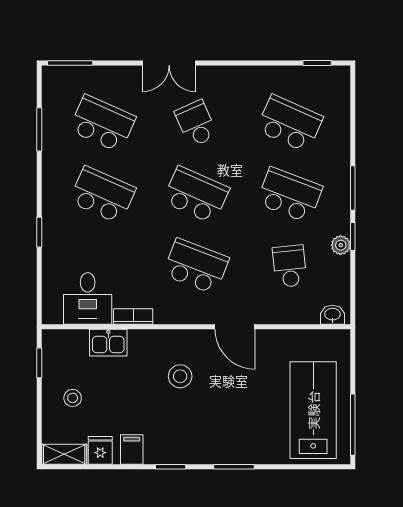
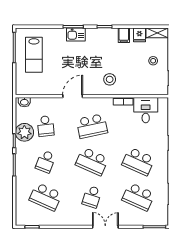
school desk: (196, 123) -> (92, 197), turned 42
school desk: (290, 195) -> (46, 161), width x0.54
plant: (341, 245) -> (24, 132), width x1.87, depth x1.87
school desk: (196, 266) -> (92, 126), turned -33
door: (235, 327) -> (73, 96), hinge flipped
kitchen sink: (108, 343) -> (76, 34), moved, turned 180
stool: (180, 376) -> (110, 79), moved
lab bench: (313, 410) -> (34, 55), width x0.73, depth x0.72

